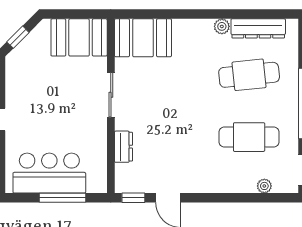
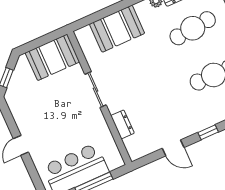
booth: (143, 38) -> (117, 29), moved
window: (133, 198) -> (208, 132), moved

